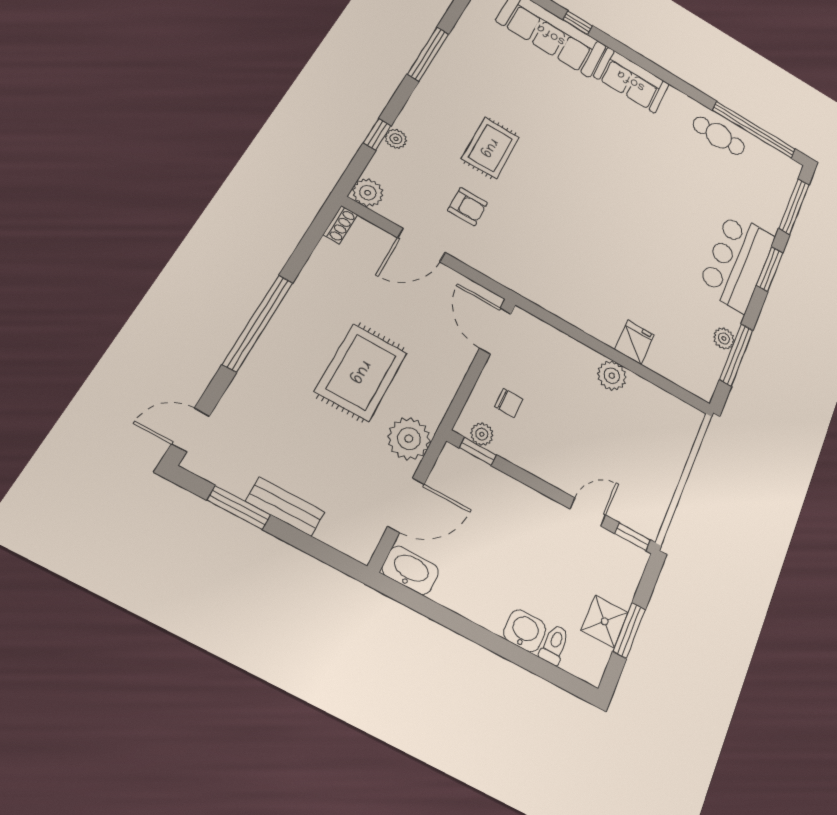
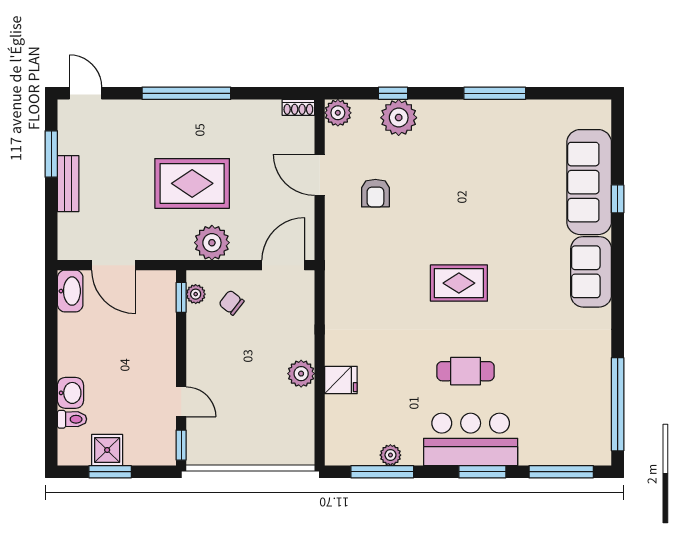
cafe table: (719, 136) -> (466, 371), moved, turned 90
plant: (396, 139) -> (399, 118), width x1.88, depth x1.88
rug: (490, 148) -> (459, 283), moved
chair: (509, 403) -> (231, 303), turned 128
plant: (409, 439) -> (212, 243), moved

